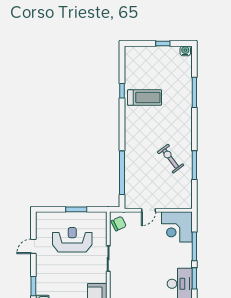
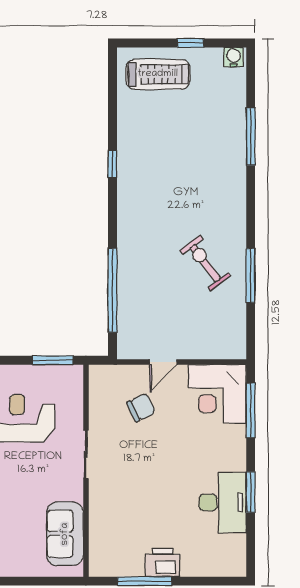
window: (122, 91) -> (112, 164), moved
treadmill: (145, 97) -> (158, 74), moved
window: (76, 209) -> (52, 360), moved
chair: (119, 224) -> (141, 408), moved
window: (194, 246) -> (251, 410), moved

